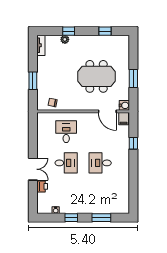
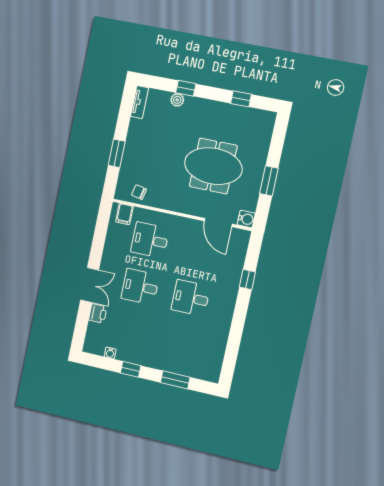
filing cabinet: (124, 119) -> (124, 214), moved
desk: (66, 132) -> (150, 240), turned -90
desk: (66, 163) -> (140, 287), turned 180

